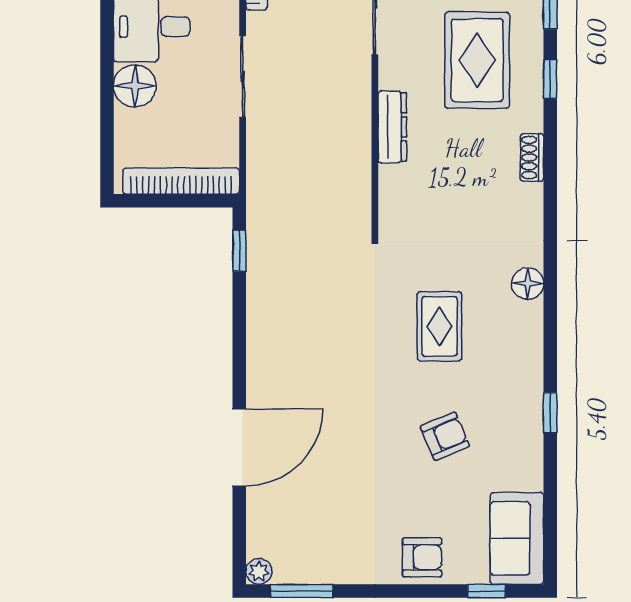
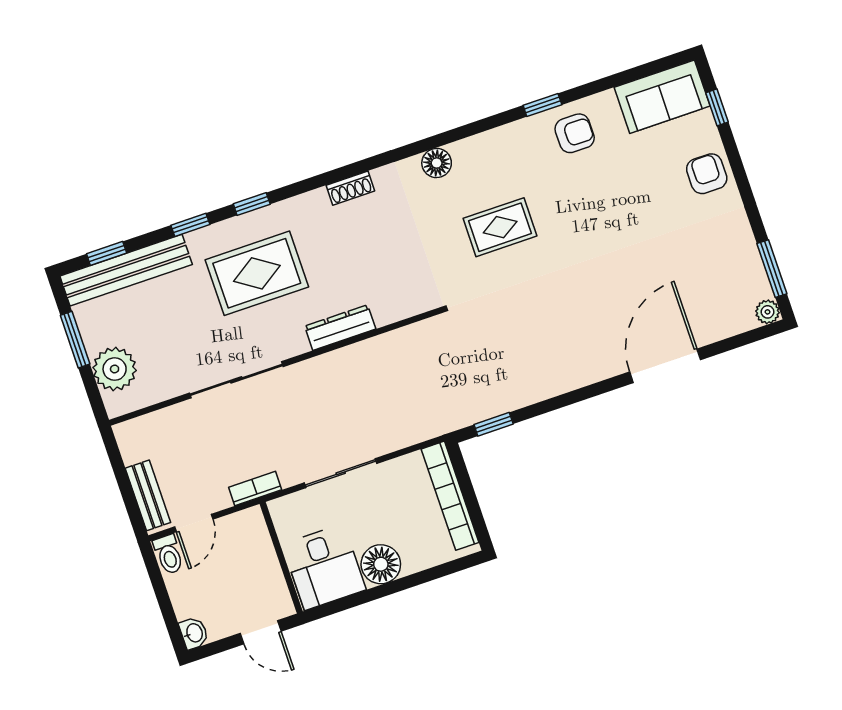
shoe rack: (532, 157) -> (350, 188), moved
armchair: (445, 436) -> (575, 133), moved, turned 113
door: (239, 447) -> (665, 366), hinge flipped

